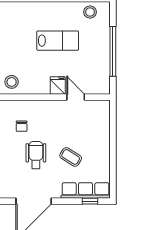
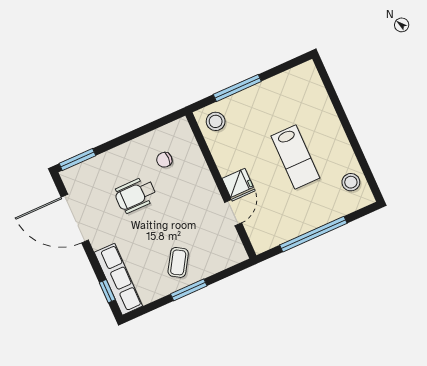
window: (113, 148) -> (189, 290), added
wheelchair: (36, 155) -> (136, 195), turned 180
coffee table: (71, 157) -> (178, 262), moved

